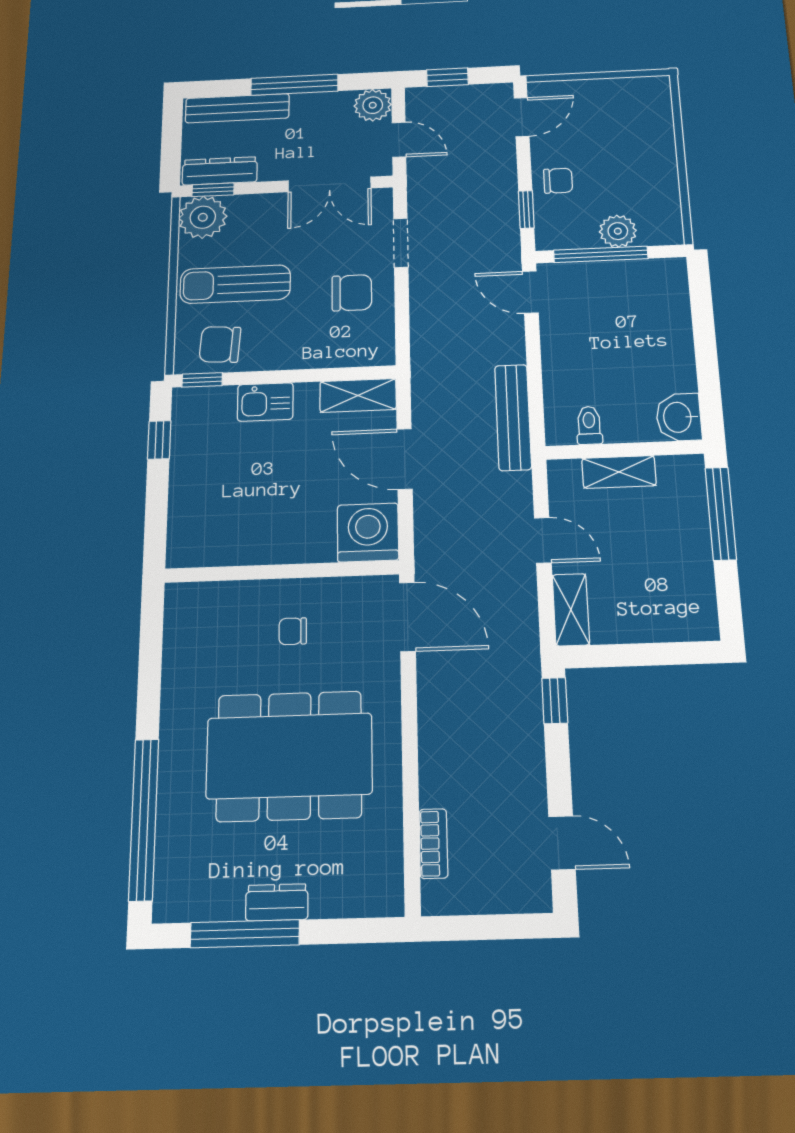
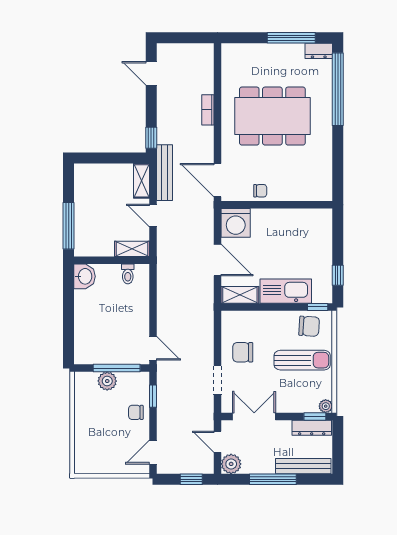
plant: (203, 217) -> (326, 406), width x0.53, depth x0.53
kitchen sink: (265, 402) -> (286, 291), width x1.87, depth x1.24
bench: (513, 417) -> (164, 173), moved
shelving: (619, 472) -> (132, 249), moved
chair: (293, 631) -> (260, 191), moved
bookcase: (433, 844) -> (208, 110), moved
dresser: (277, 902) -> (319, 51), moved

